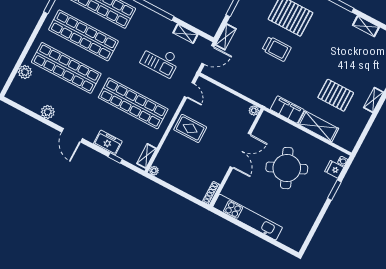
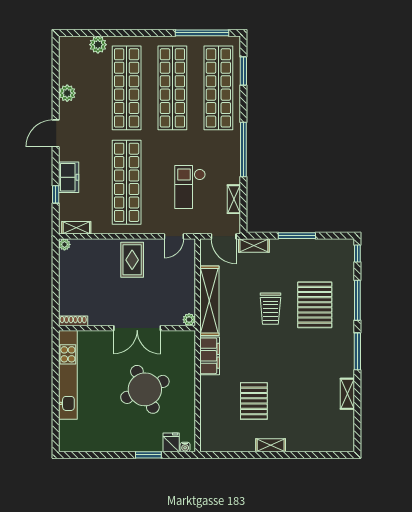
shelving: (318, 126) -> (209, 301), moved, width x1.47

